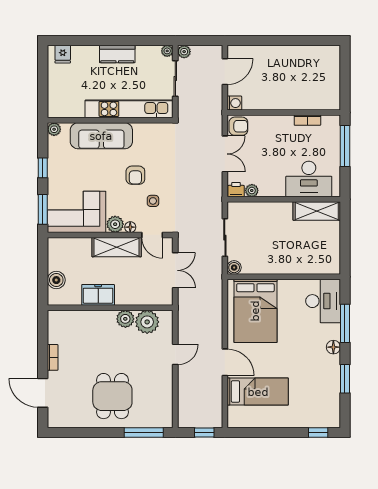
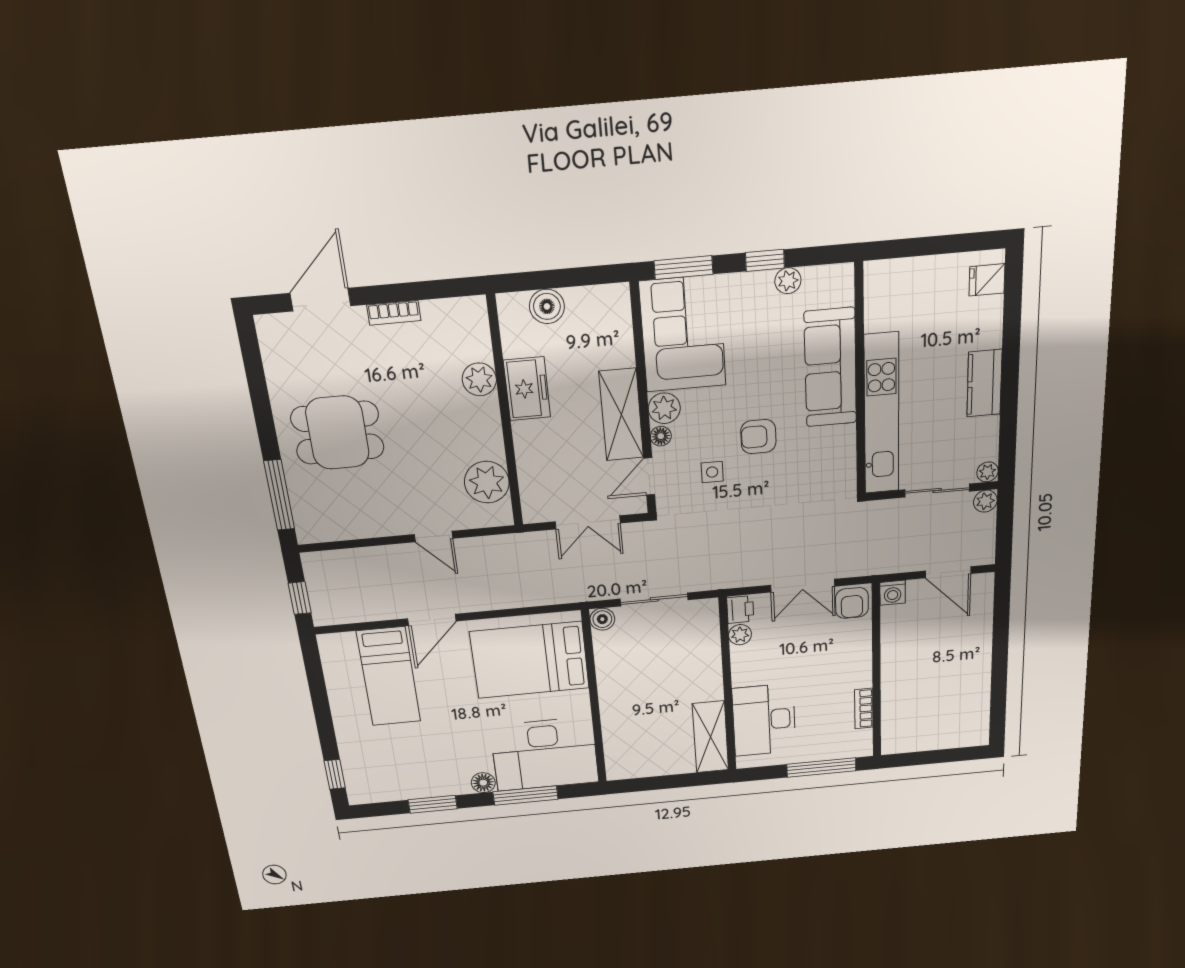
plant: (54, 129) -> (788, 281), moved
desk: (323, 301) -> (545, 754), width x1.36, depth x1.30
plant: (125, 319) -> (479, 379), moved

